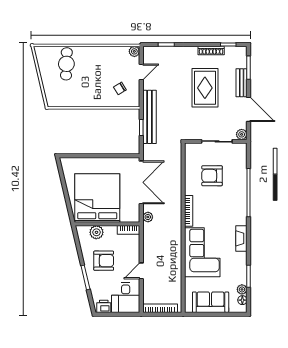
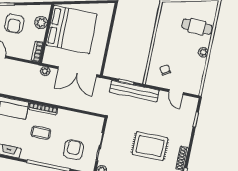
plant: (134, 51) -> (203, 52), moved
armchair: (212, 176) -> (73, 150), moved
coffee table: (215, 208) -> (41, 133), added

